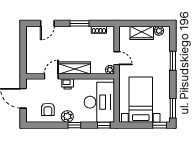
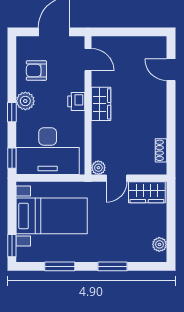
window: (80, 23) -> (171, 120), removed
wardrobe: (142, 33) -> (147, 192), moved, turned -90
wardrobe: (74, 68) -> (101, 104), width x0.67
door: (51, 76) -> (88, 60), moved
window: (173, 108) -> (60, 266), moved

